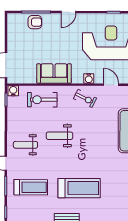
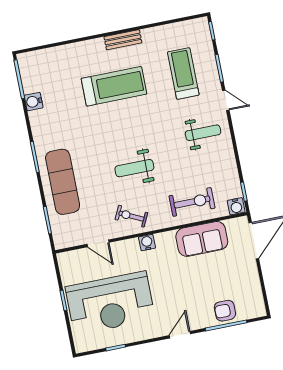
sofa: (54, 74) -> (202, 239), moved
water cooler: (89, 79) -> (147, 243), moved
weight bench: (59, 136) -> (134, 168), moved, turned 180
treadmill: (31, 187) -> (183, 73), turned 90
treadmill: (79, 188) -> (114, 86), turned 180

